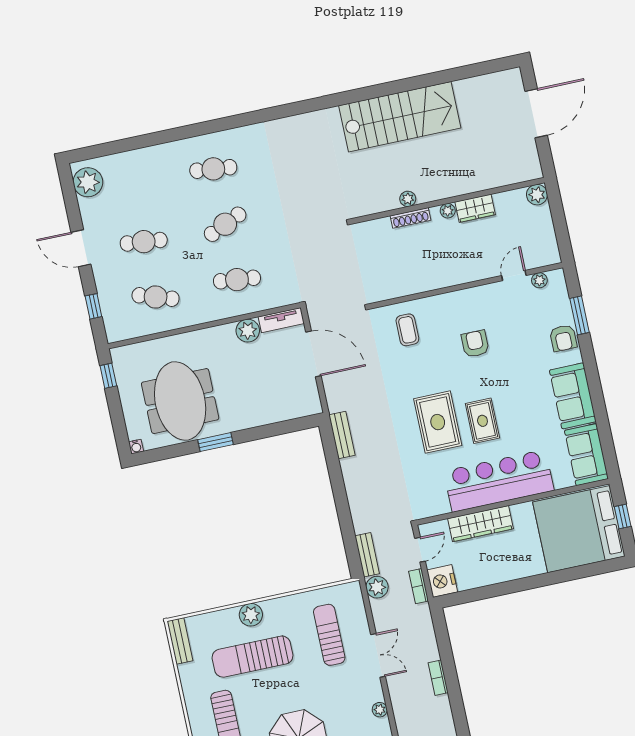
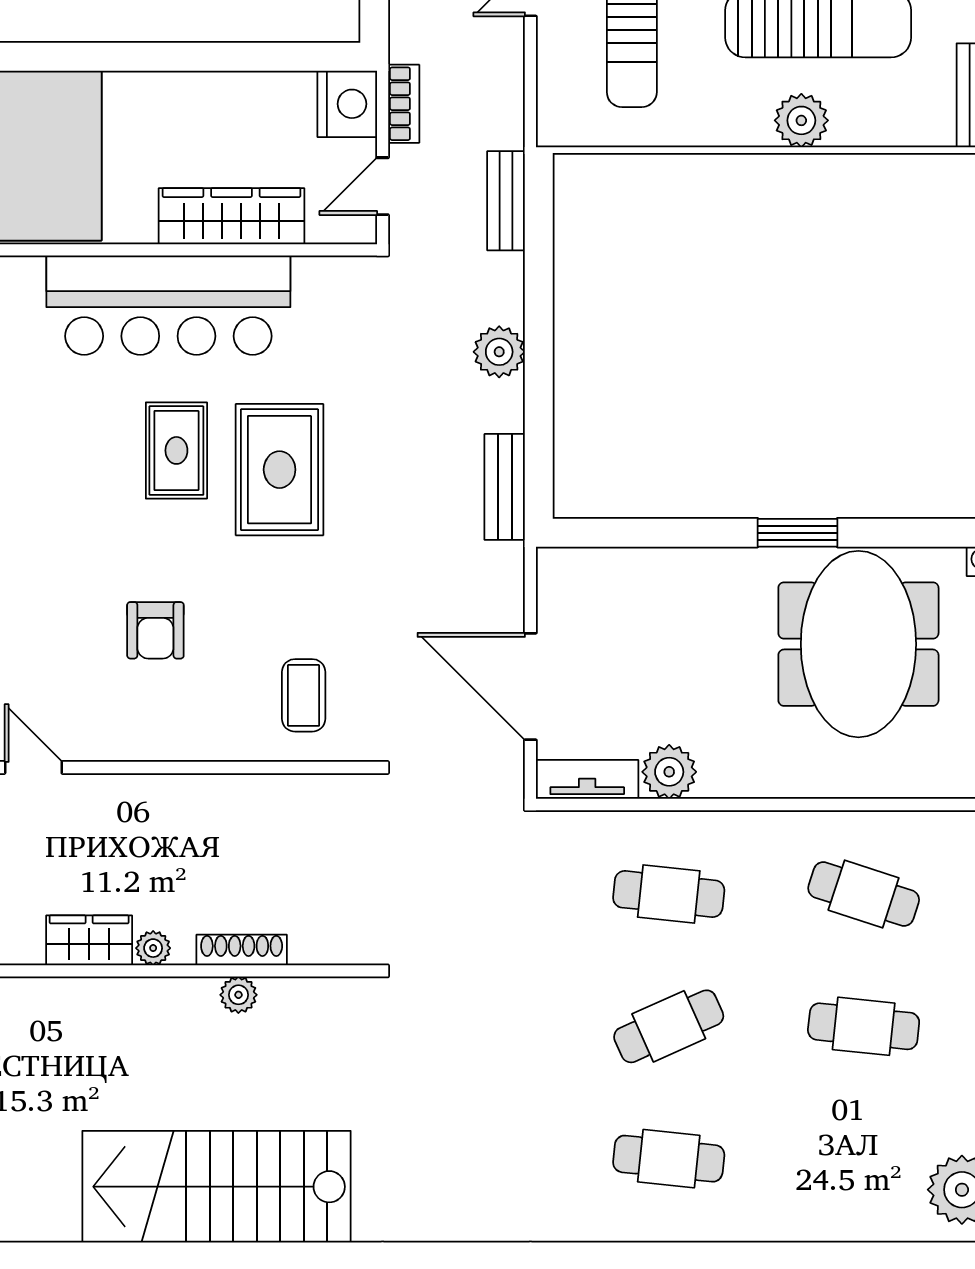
door: (514, 275) -> (33, 768), swing flipped
plant: (377, 587) -> (499, 352), moved

